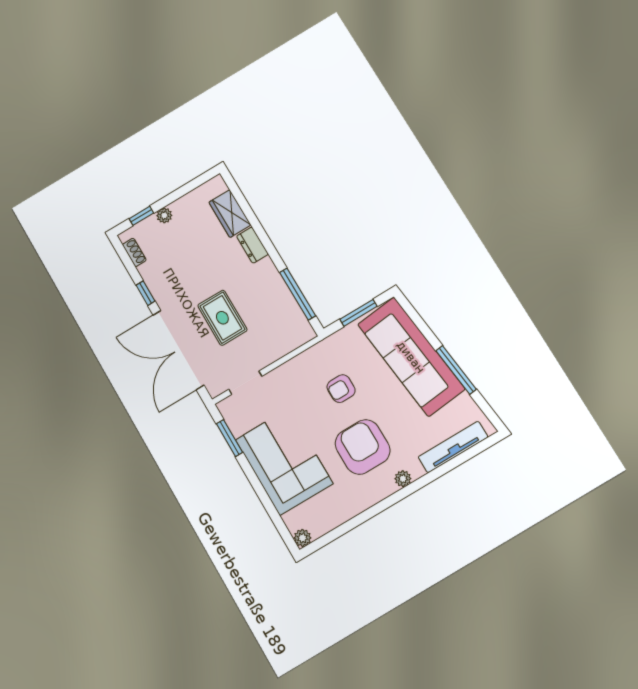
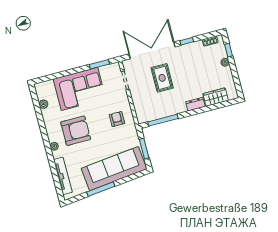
rug: (222, 318) -> (162, 78), turned 90
armchair: (341, 389) -> (117, 119), moved
plant: (302, 538) -> (43, 104), moved

